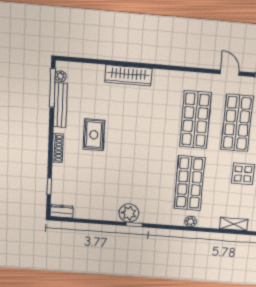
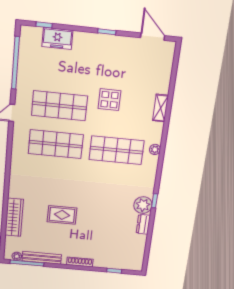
wardrobe: (128, 75) -> (14, 217), moved
rug: (94, 135) -> (62, 215), moved
dresser: (62, 211) -> (143, 224), moved

